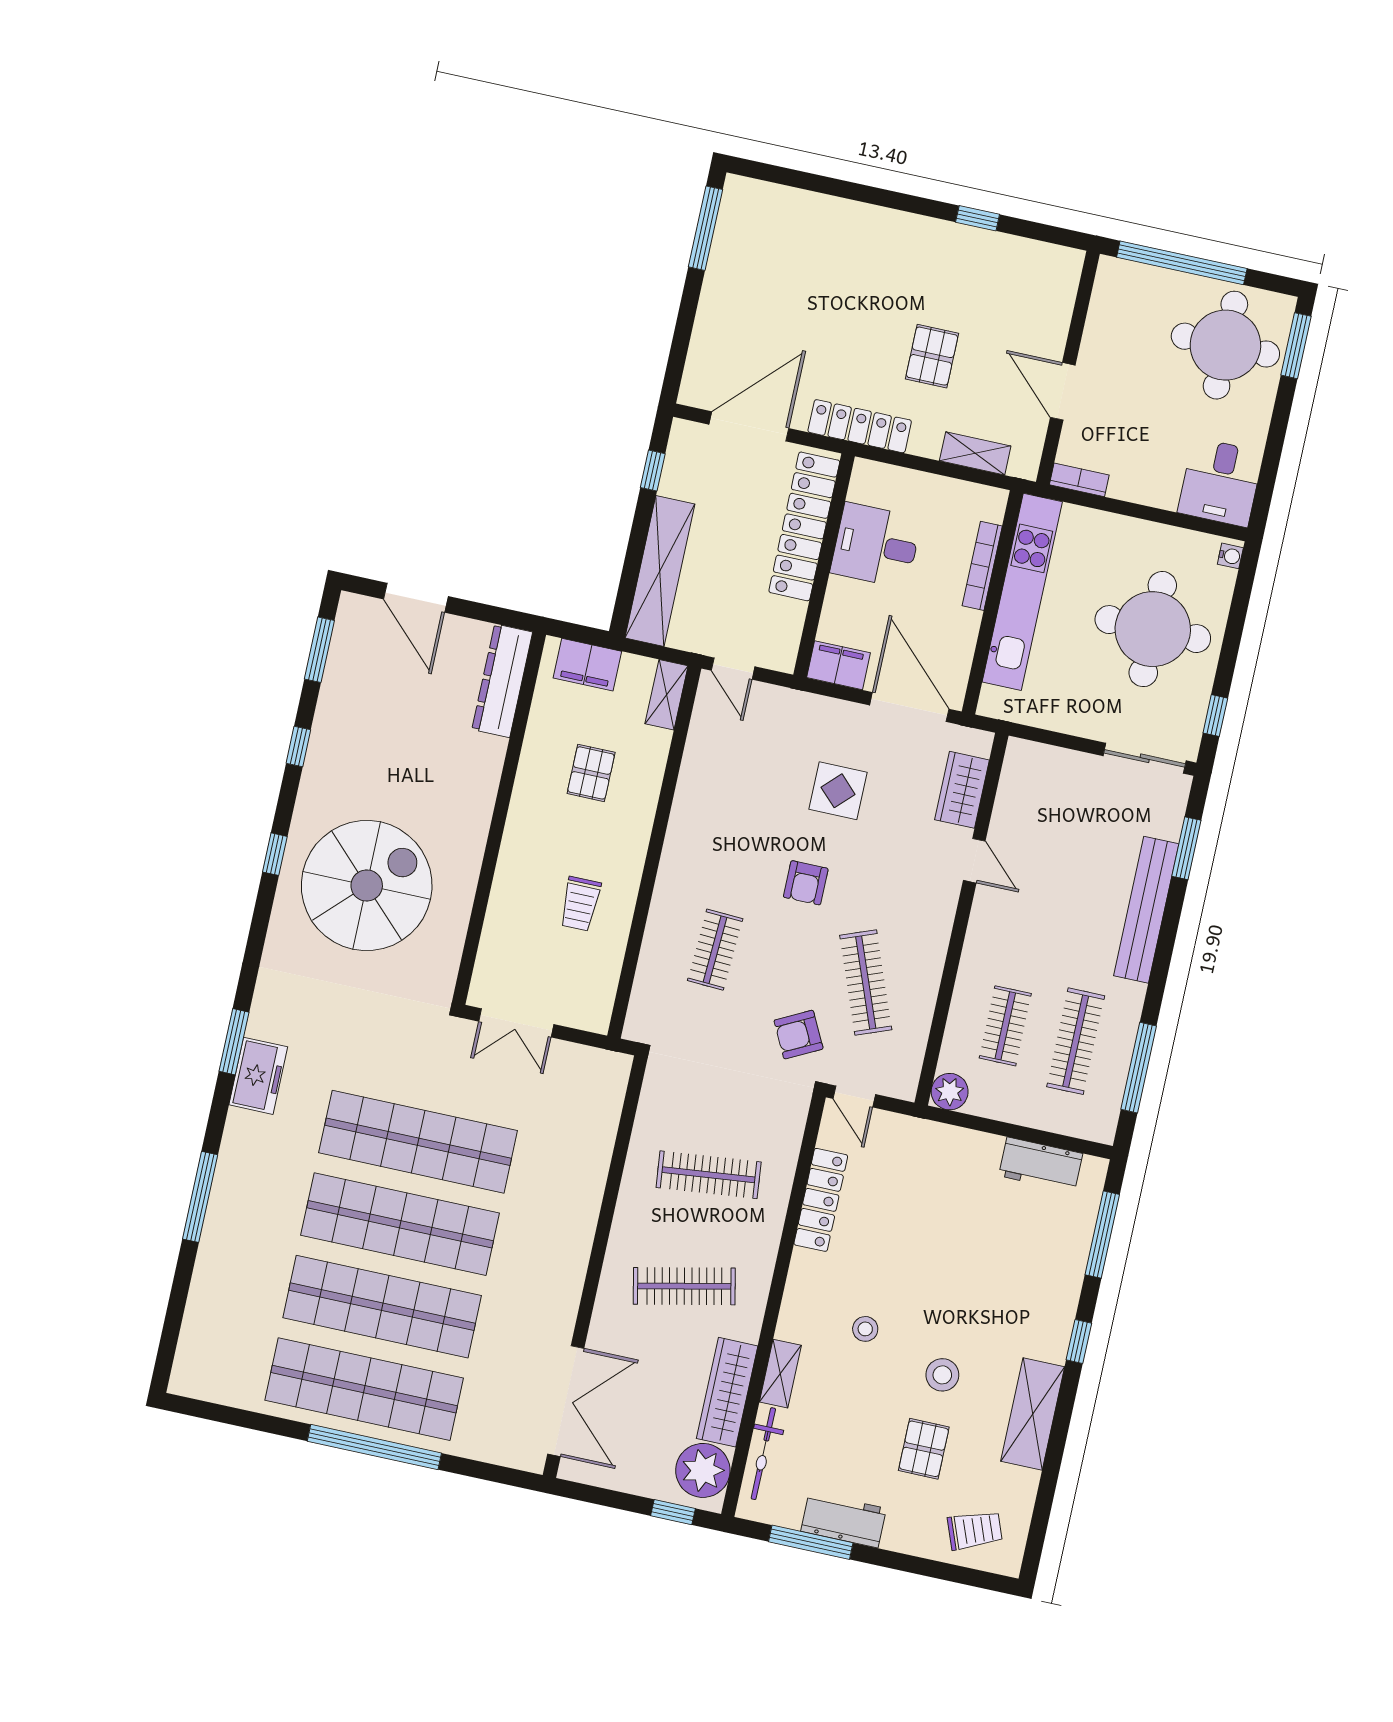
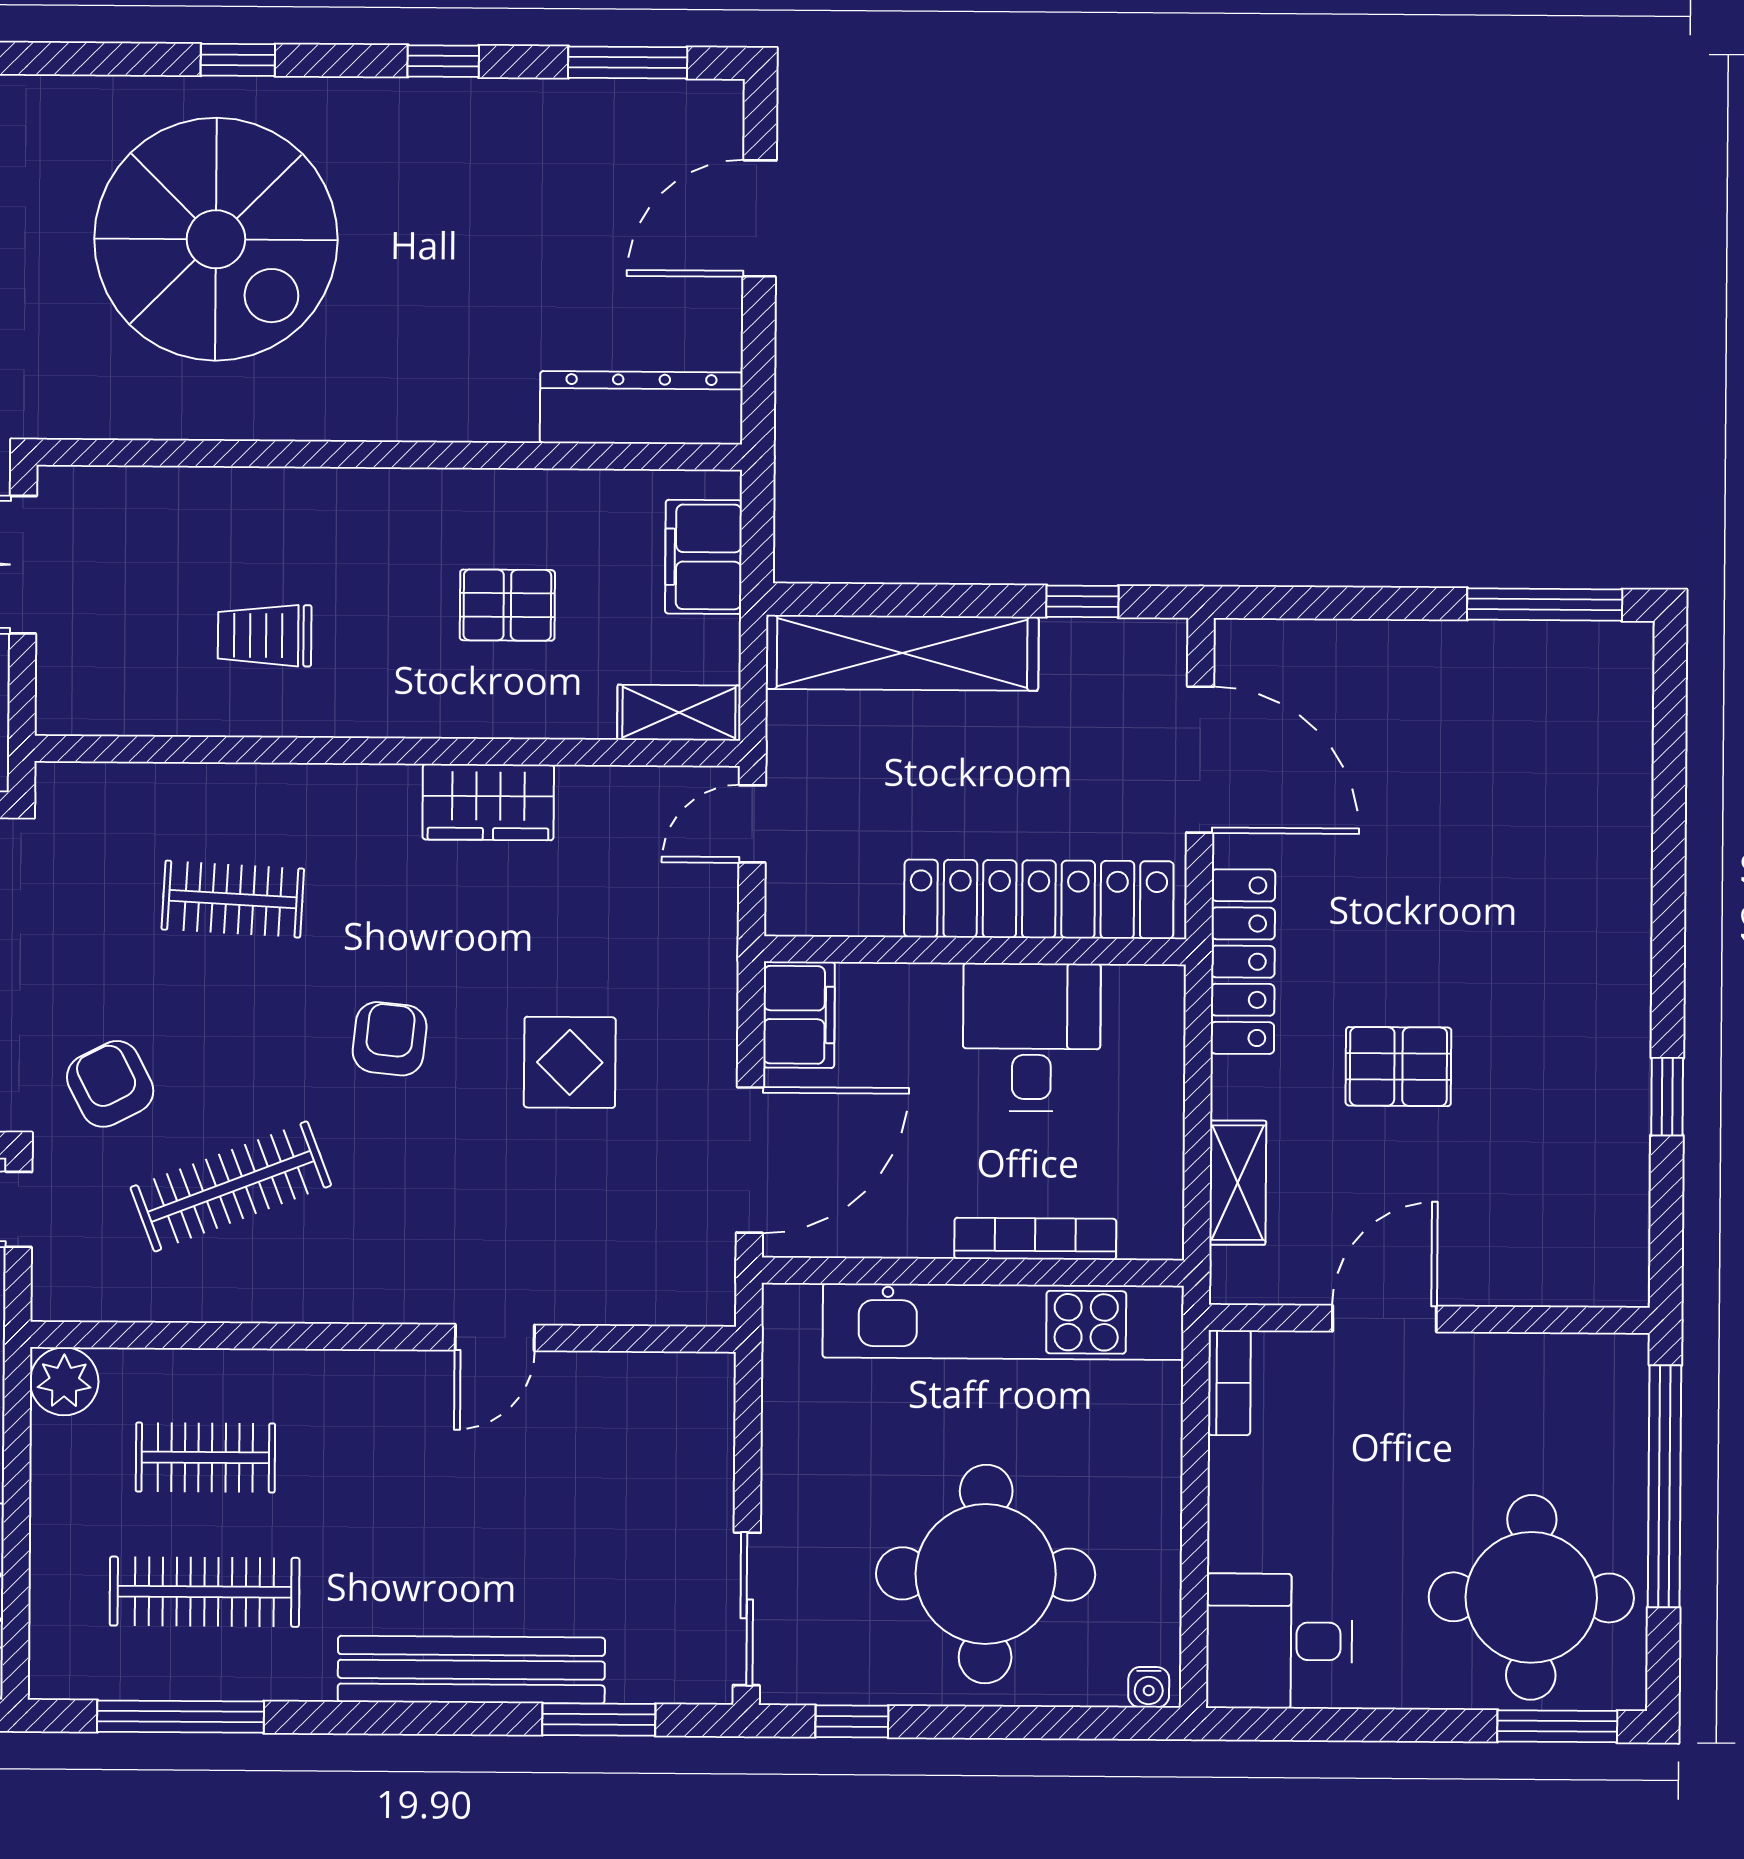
wardrobe: (962, 790) -> (488, 802), moved, turned 180
armchair: (806, 883) -> (390, 1039), turned 96

